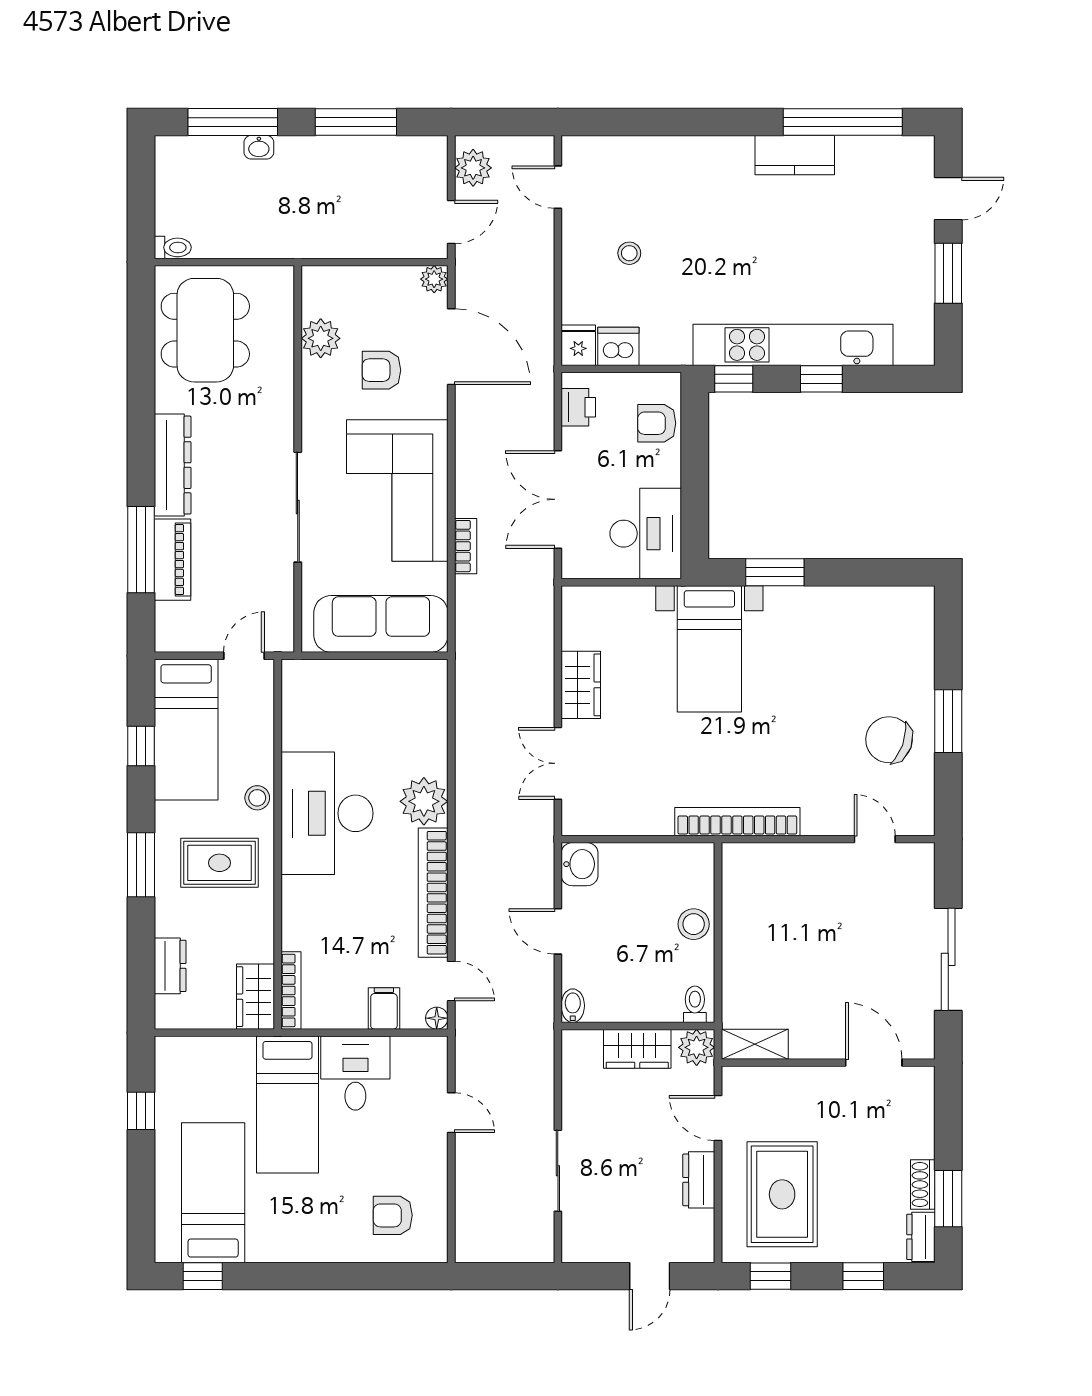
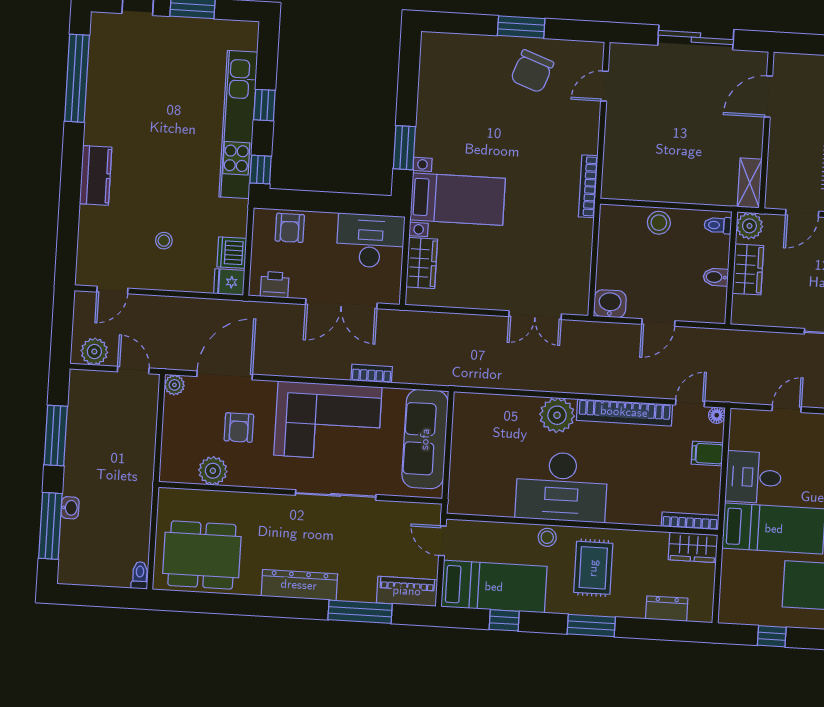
kitchen counter: (795, 155) -> (96, 175), moved
piano: (173, 560) -> (407, 591), moved
wardrobe: (581, 685) -> (422, 263), moved, turned 90
bookcase: (737, 822) -> (588, 186), width x0.68, depth x0.76
bidet: (573, 1006) -> (716, 277), moved

